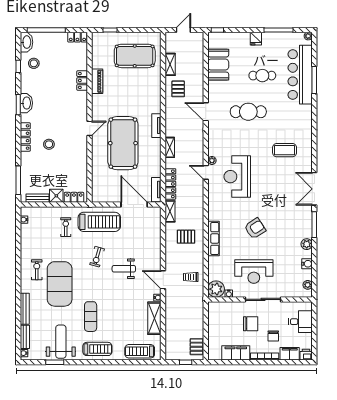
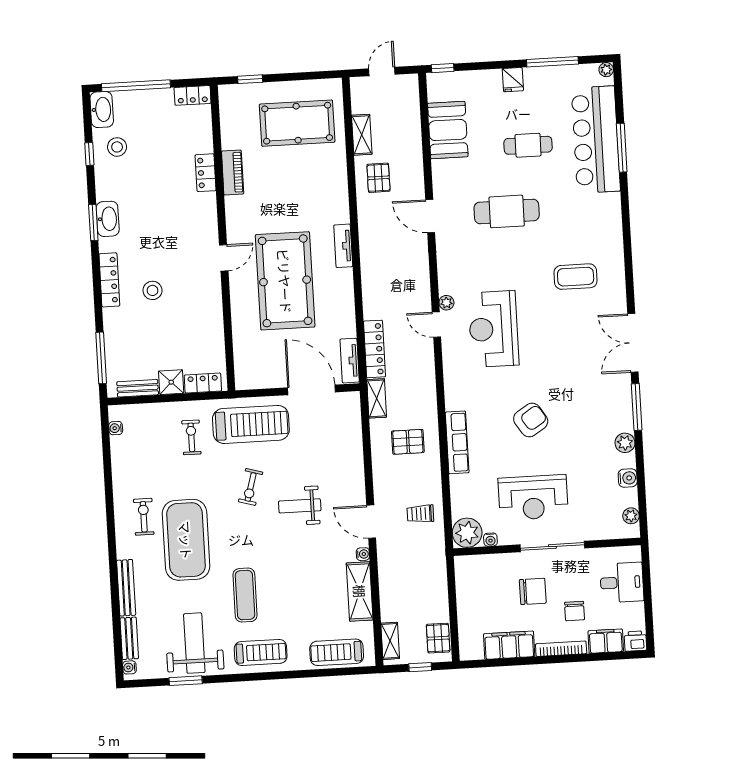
shelving: (170, 147) -> (390, 641), moved

